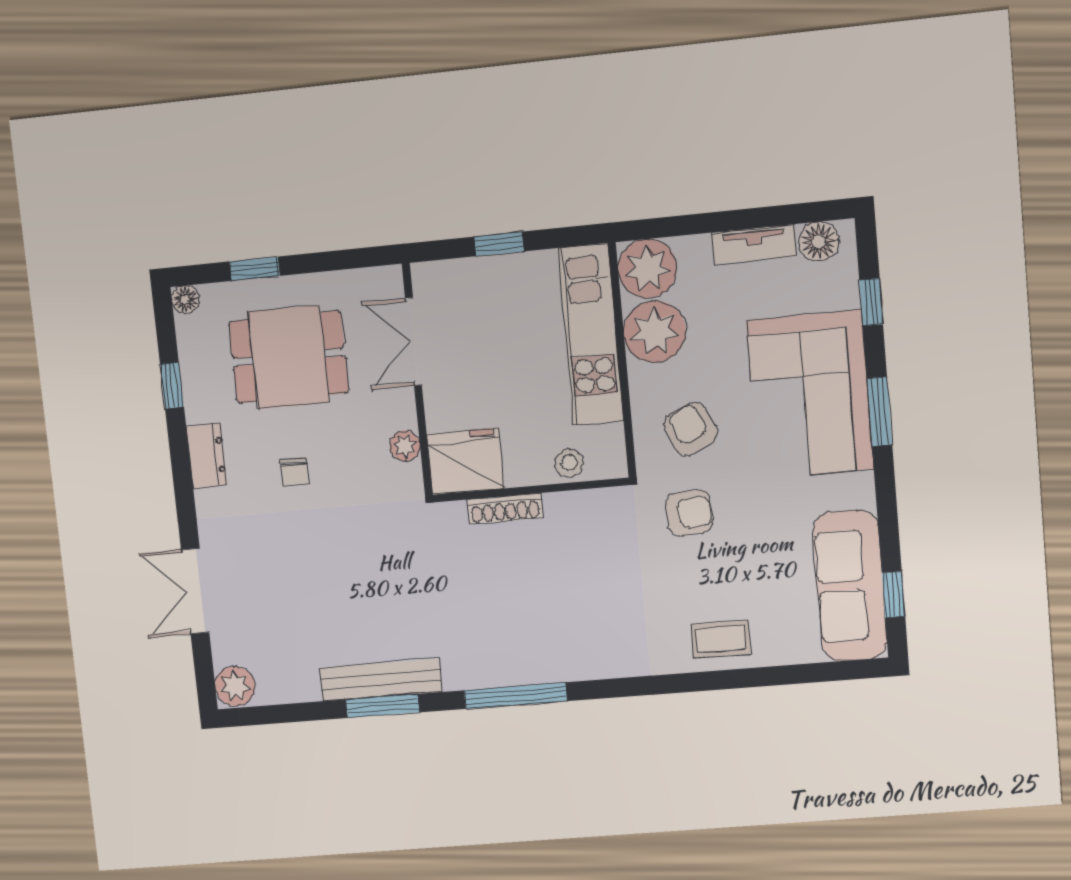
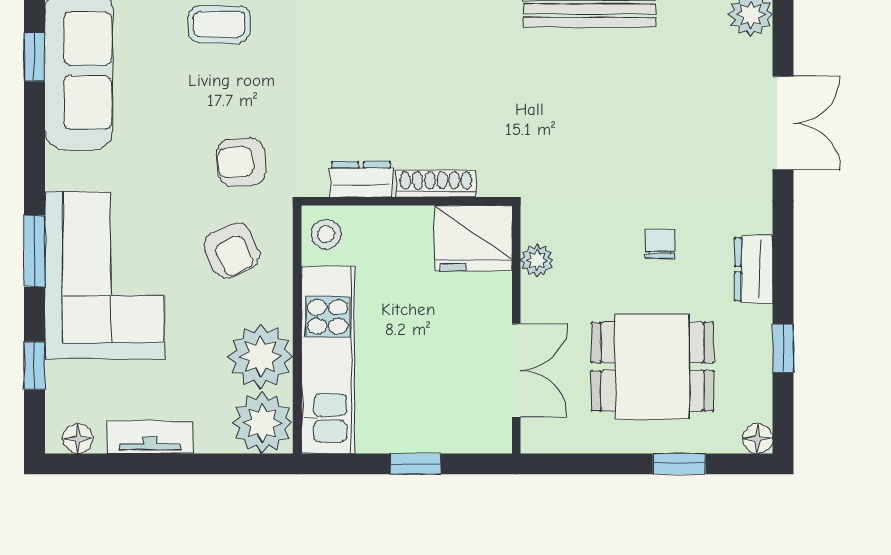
floor lamp: (819, 242) -> (78, 439), width x0.73, depth x0.73
stool: (569, 463) -> (326, 234), moved
dresser: (575, 507) -> (361, 179), added

